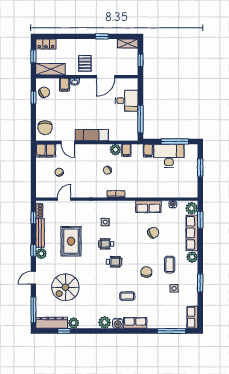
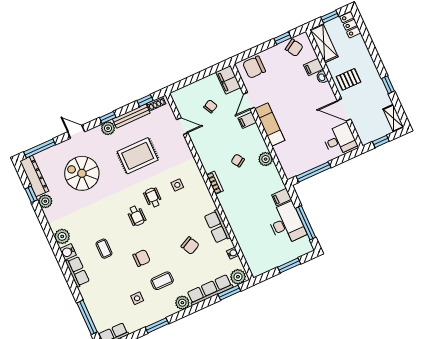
desk: (127, 101) -> (340, 140), moved, turned -90
filing cabinet: (126, 150) -> (247, 120), moved

